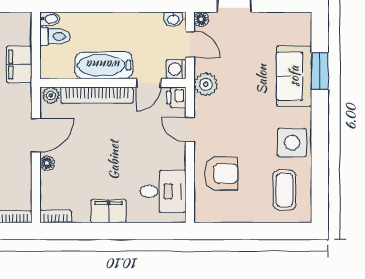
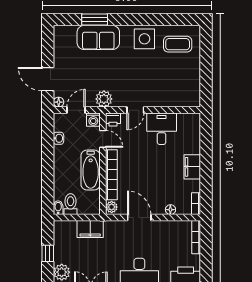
washbasin: (173, 19) -> (58, 138), moved
floor lamp: (47, 163) -> (170, 210), moved
armchair: (221, 174) -> (166, 88), removed
desk: (163, 191) -> (162, 129), moved

